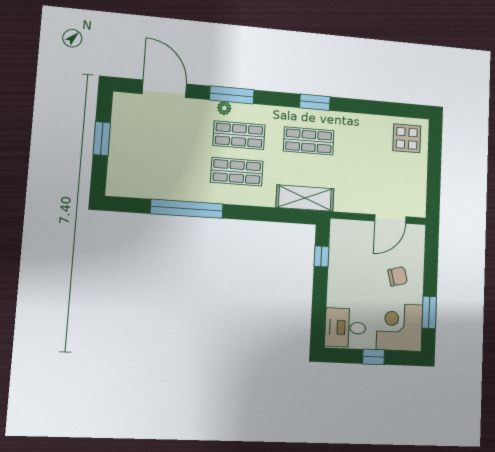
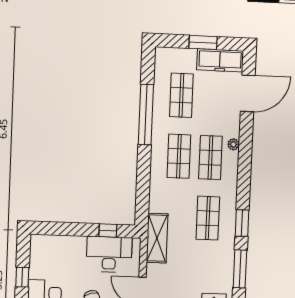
window: (232, 95) -> (240, 269), moved
freezer: (124, 119) -> (220, 60), added
shop shelf: (165, 166) -> (181, 95), added
shelving: (305, 198) -> (157, 238), moved
desk: (345, 328) -> (109, 254), moved, width x1.37

